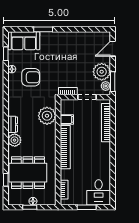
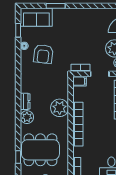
armchair: (31, 77) -> (43, 54), turned 97
plant: (47, 116) -> (60, 108), moved
filing cabinet: (67, 119) -> (80, 81), moved

